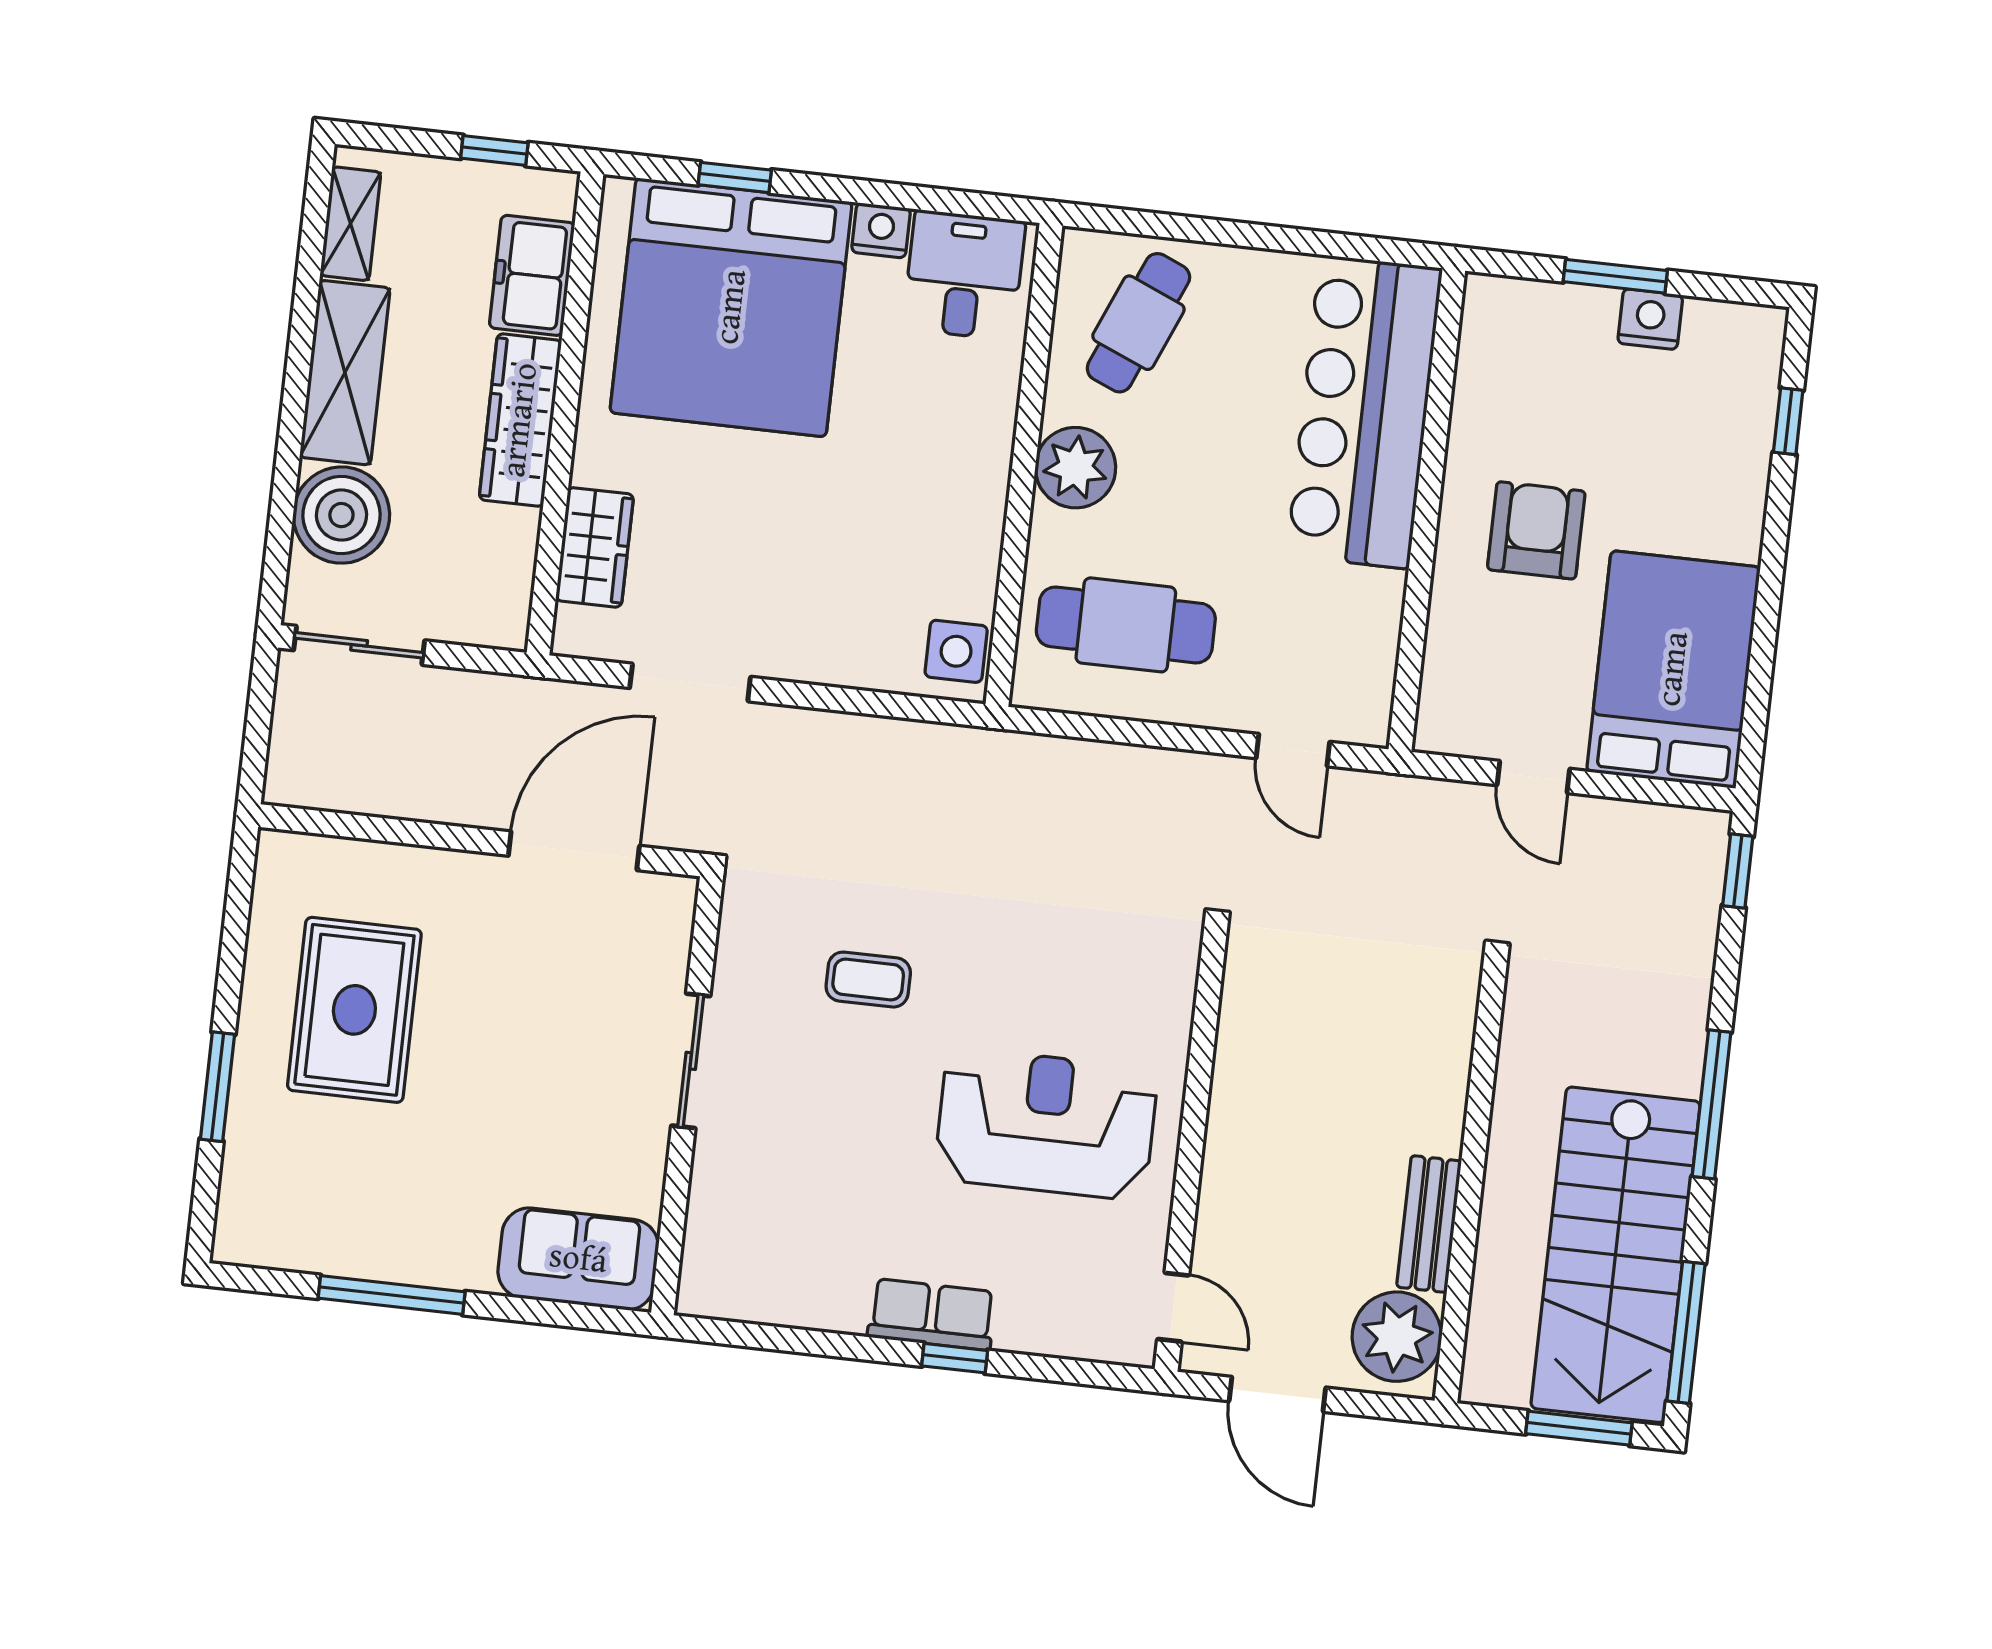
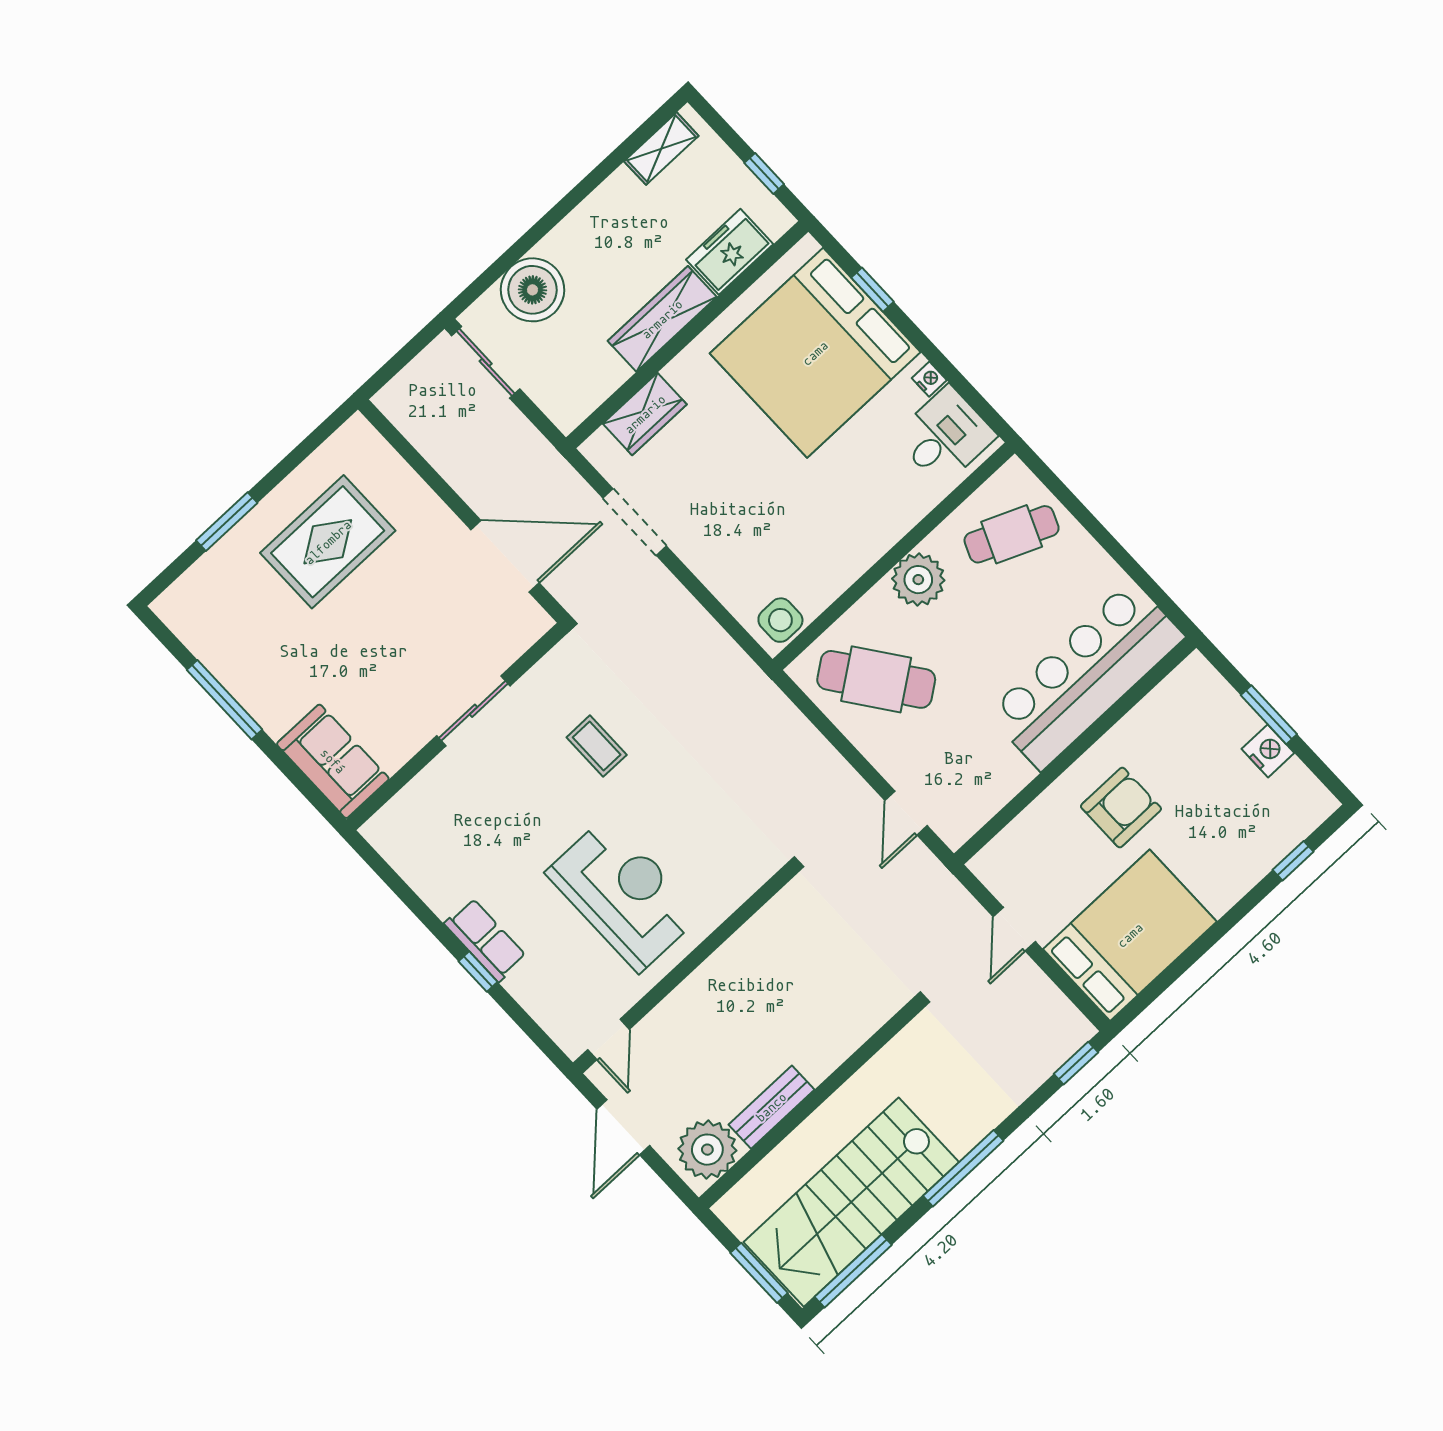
nightstand: (881, 230) -> (929, 379), width x0.72, depth x0.74
shelving: (345, 373) -> (595, 220), removed
cafe table: (1126, 625) -> (876, 679), turned -36

